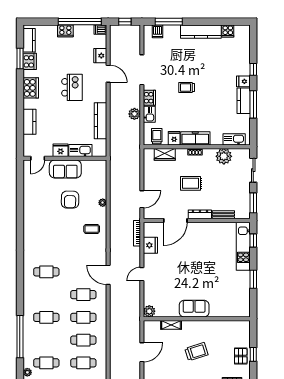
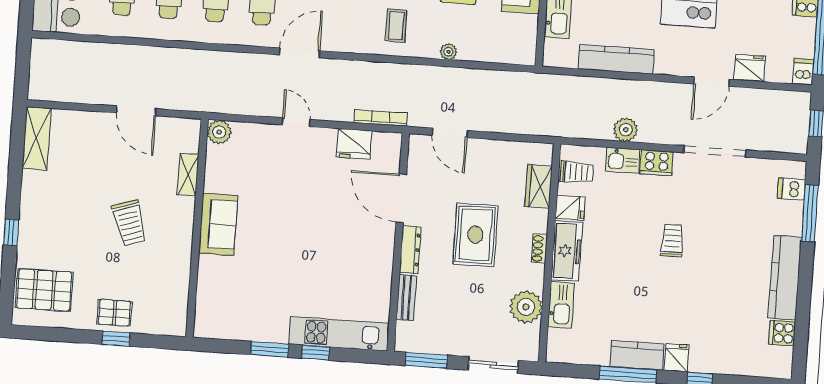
kitchen sink: (234, 139) -> (561, 305), moved
rug: (191, 183) -> (475, 235), width x1.36, depth x1.43
window: (253, 241) -> (315, 353), moved

